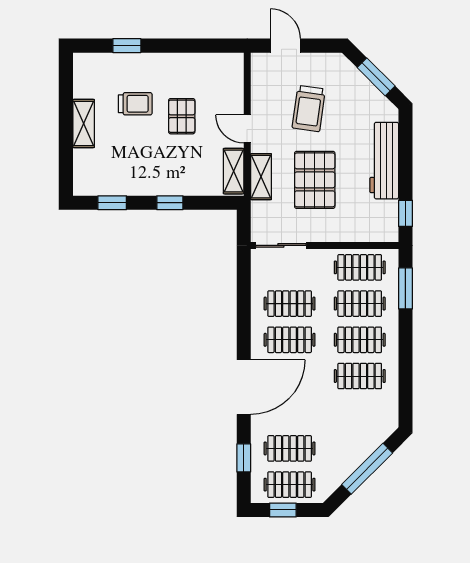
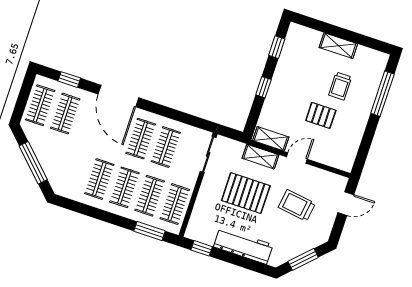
window: (127, 46) -> (382, 94), width x2.17
window: (283, 510) -> (24, 95), removed

